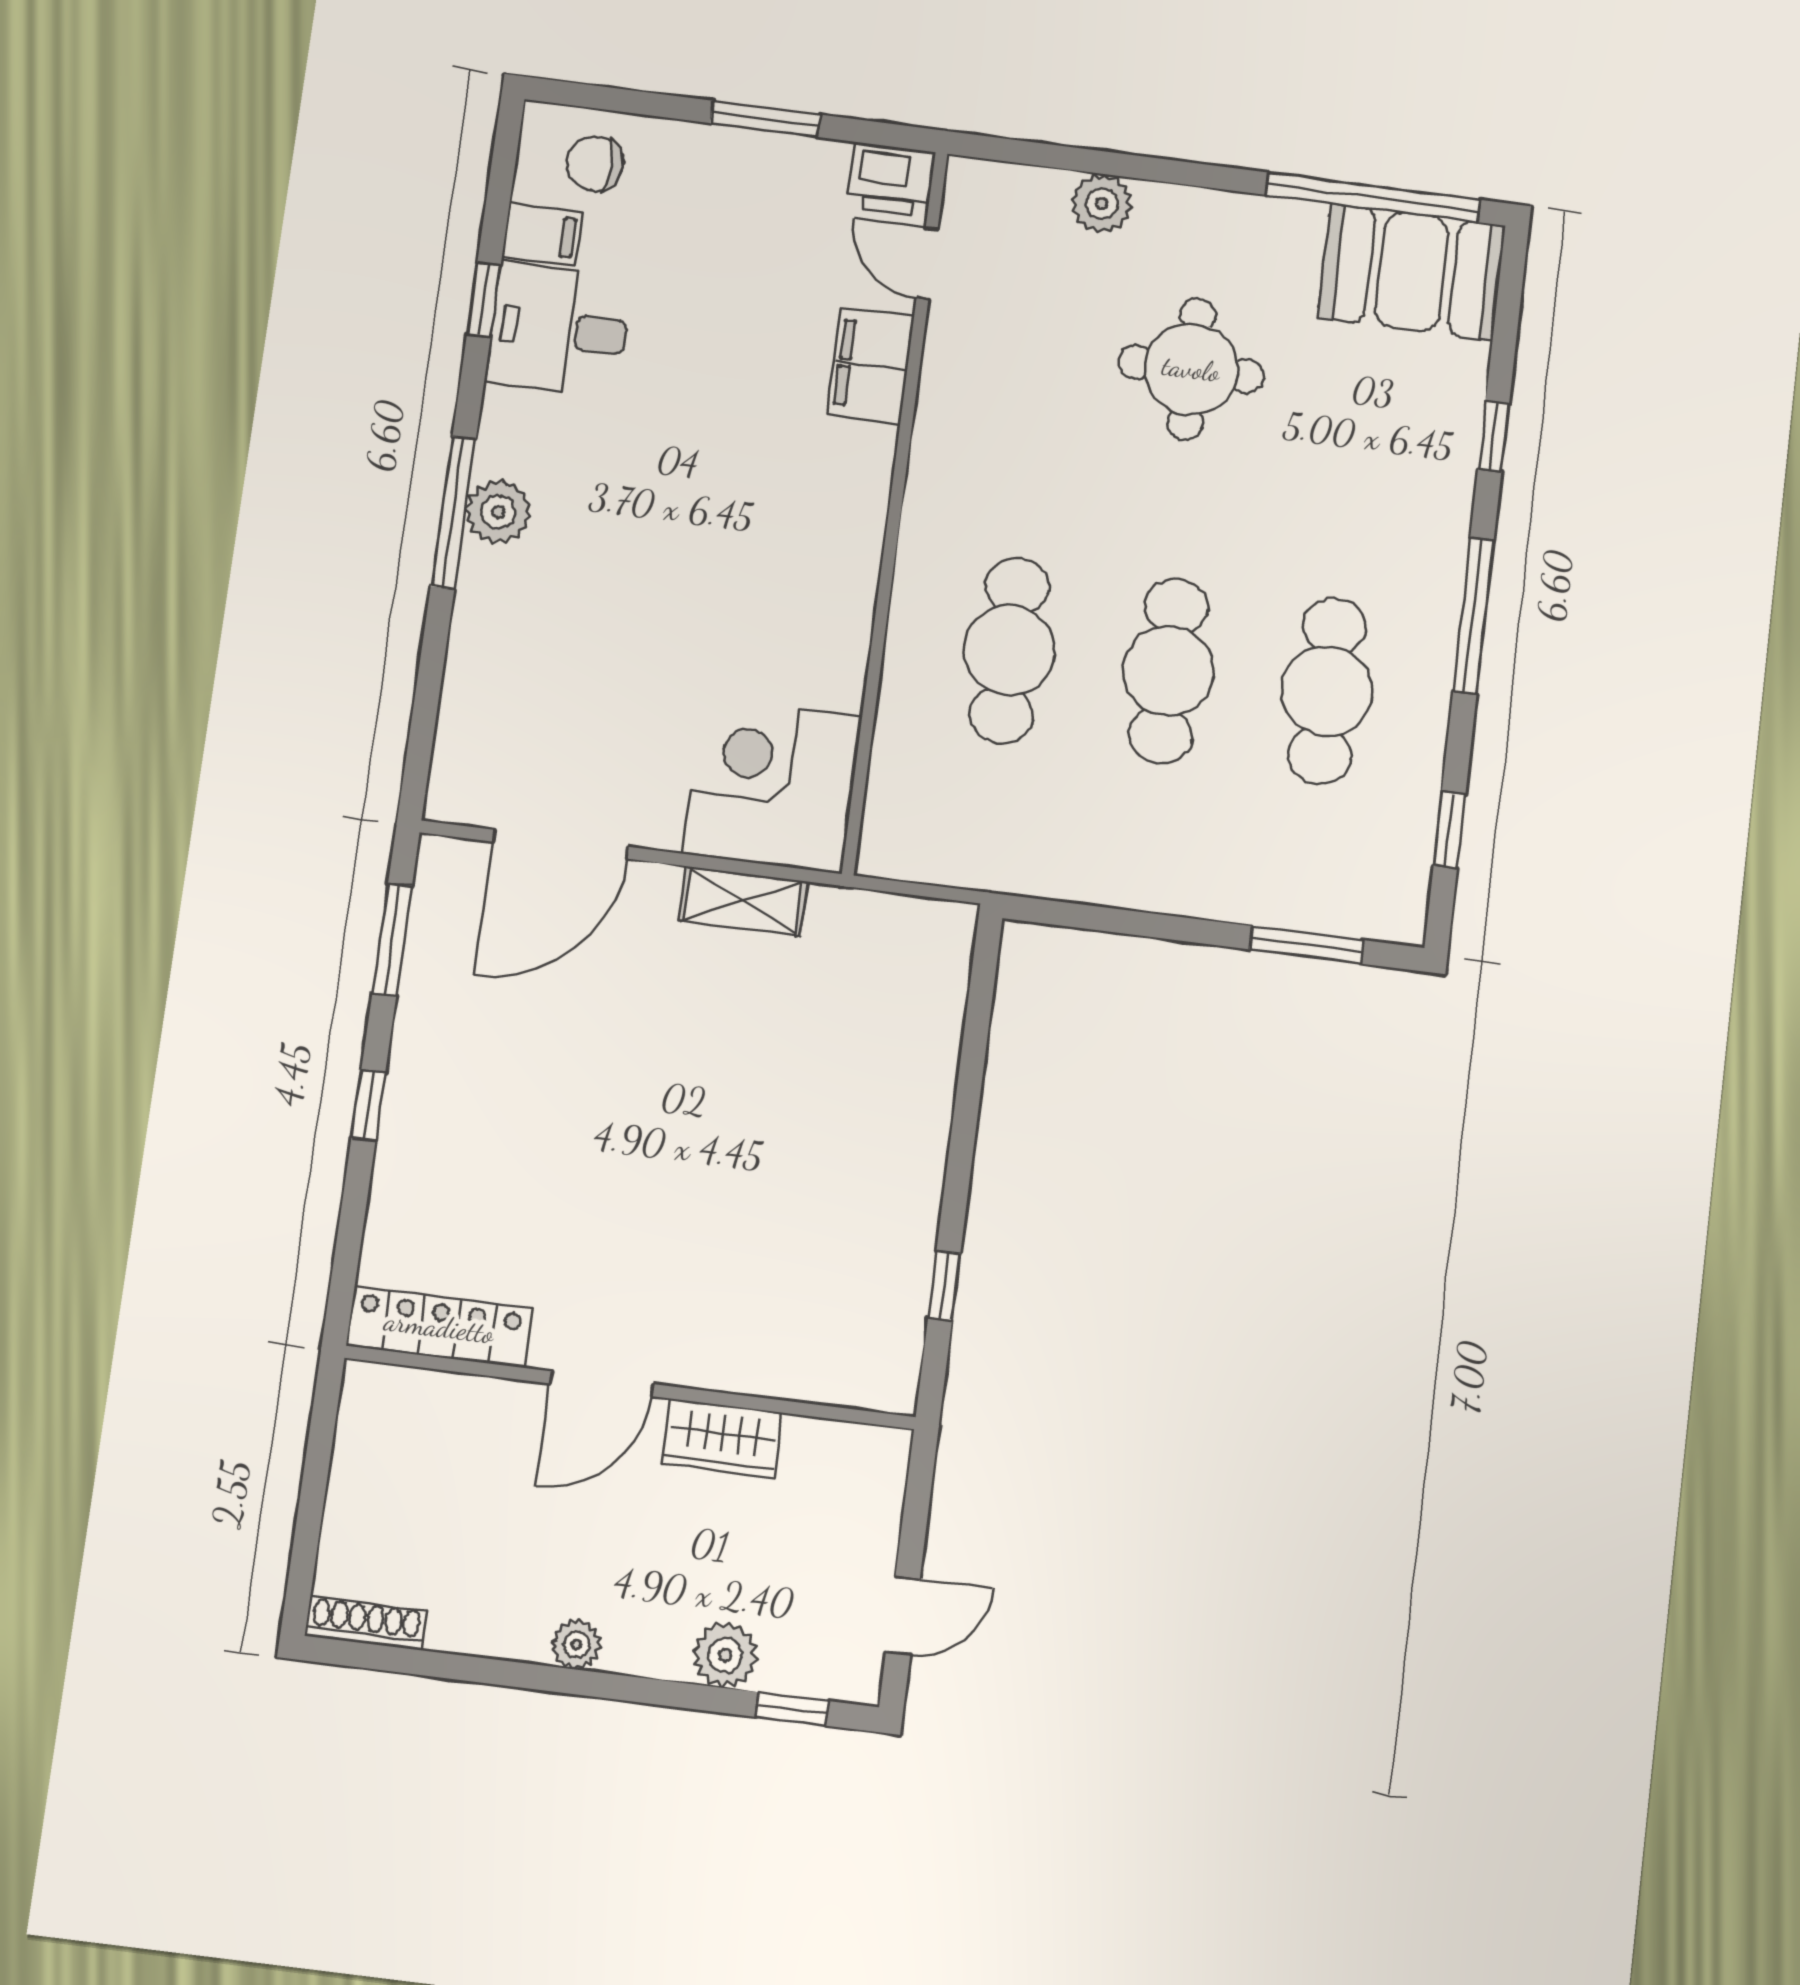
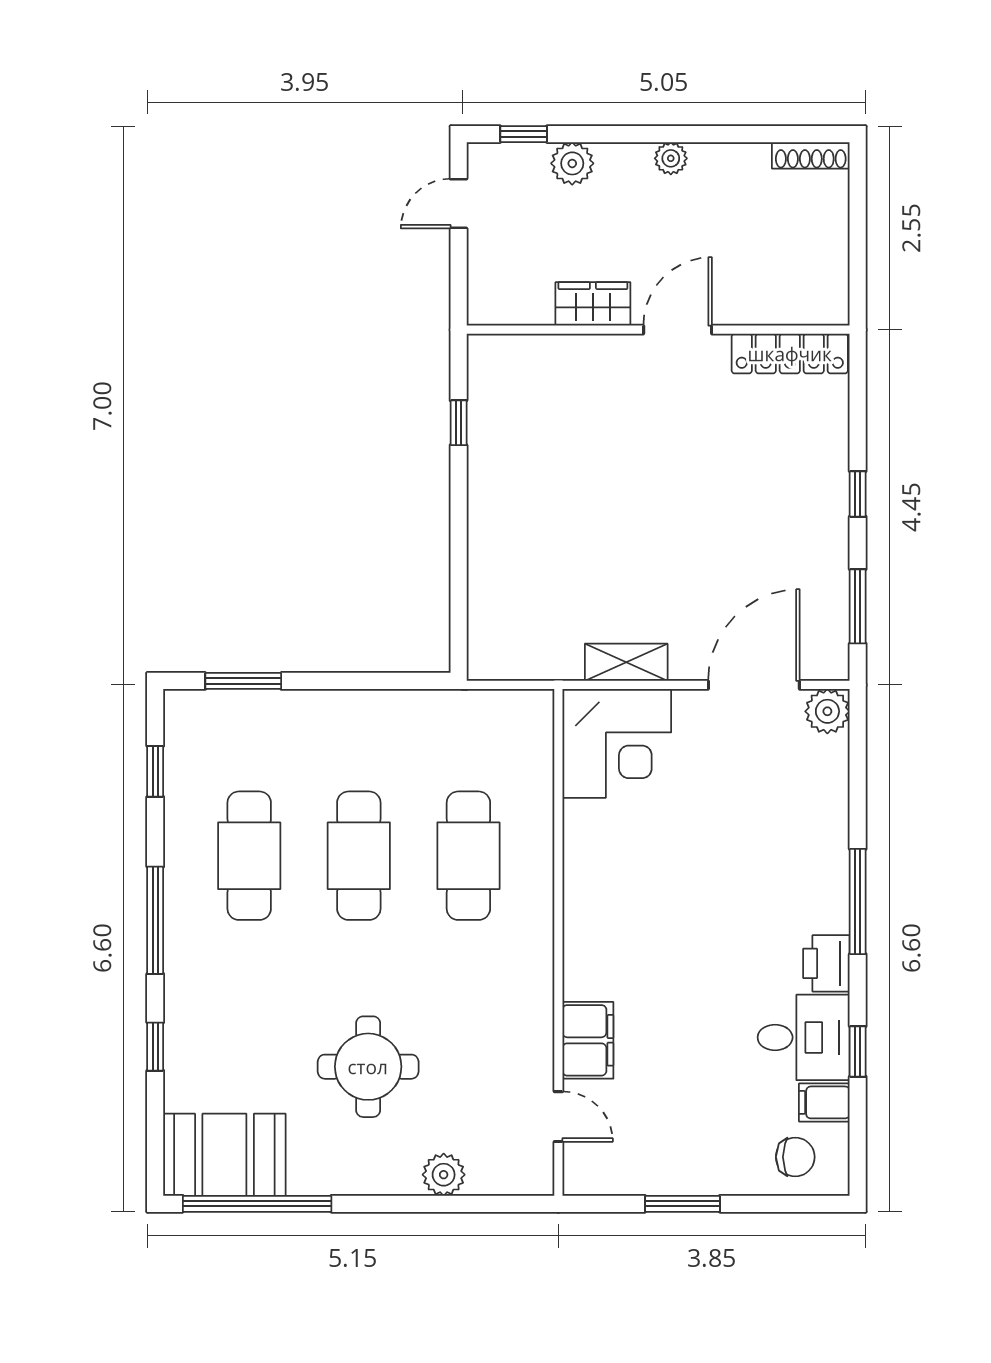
printer: (891, 180) -> (826, 963), moved, turned -90
plant: (498, 512) -> (827, 711), moved

